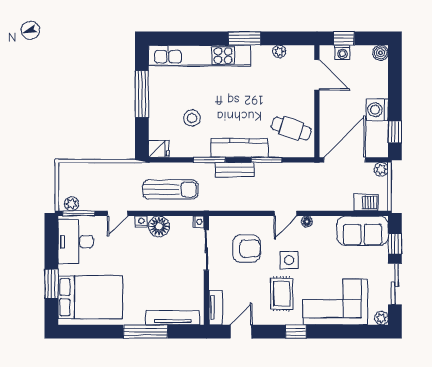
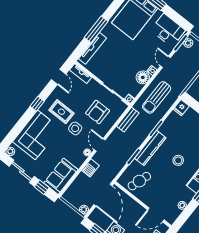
stool: (192, 118) -> (178, 160), moved
bench: (235, 170) -> (128, 120), moved
barbecue: (366, 202) -> (90, 168), moved

